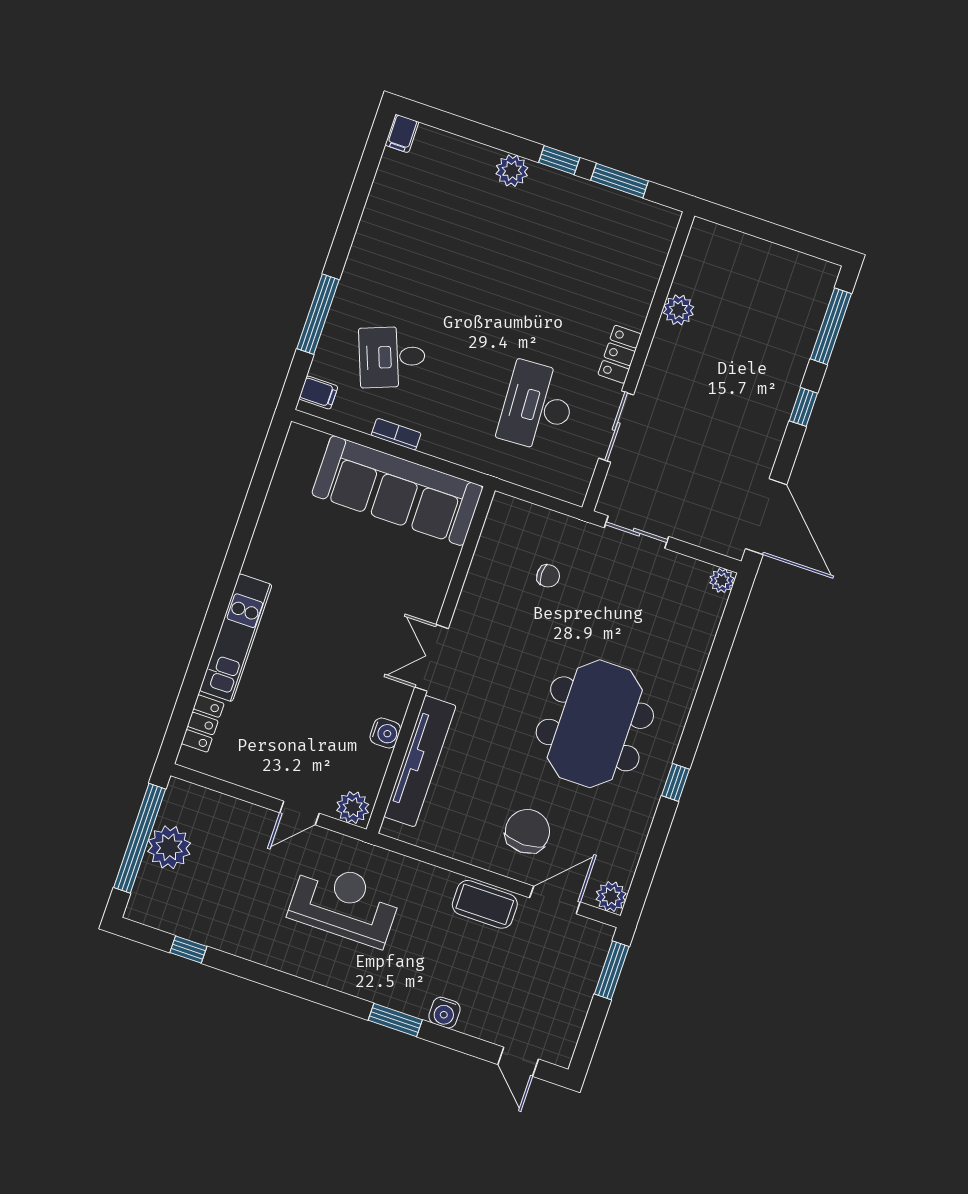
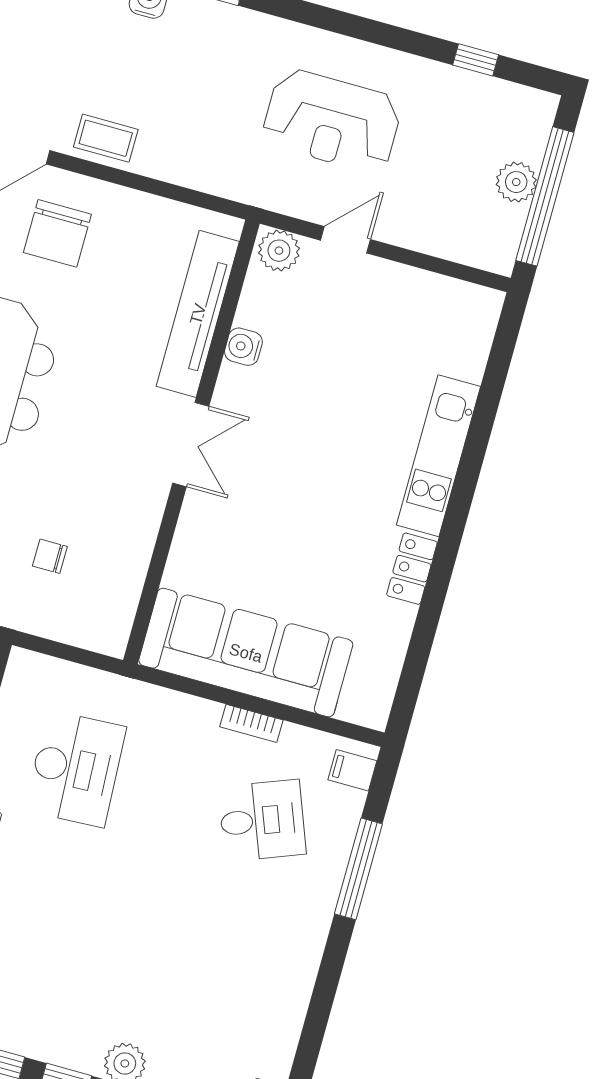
locker: (203, 723) -> (412, 569), moved
plant: (169, 847) -> (516, 182), width x0.73, depth x0.73
reception desk: (345, 903) -> (332, 121), moved
coffee table: (485, 904) -> (106, 138), width x0.73, depth x0.77

